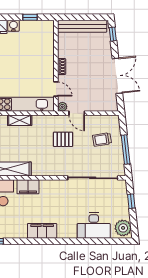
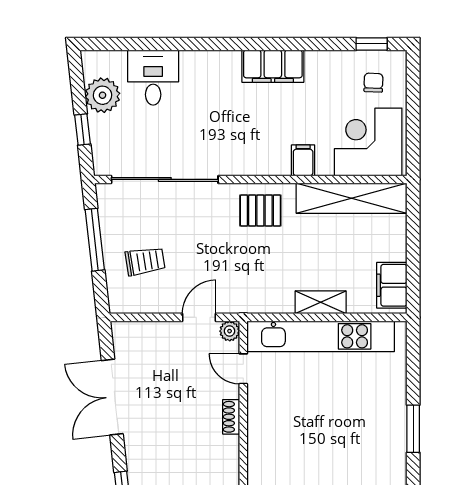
door: (77, 113) -> (199, 317), hinge flipped
pallet: (63, 139) -> (260, 210), moved
filing cabinet: (28, 187) -> (303, 160), width x0.50
desk: (94, 226) -> (153, 78), width x0.73
plant: (123, 228) -> (103, 95), moved

